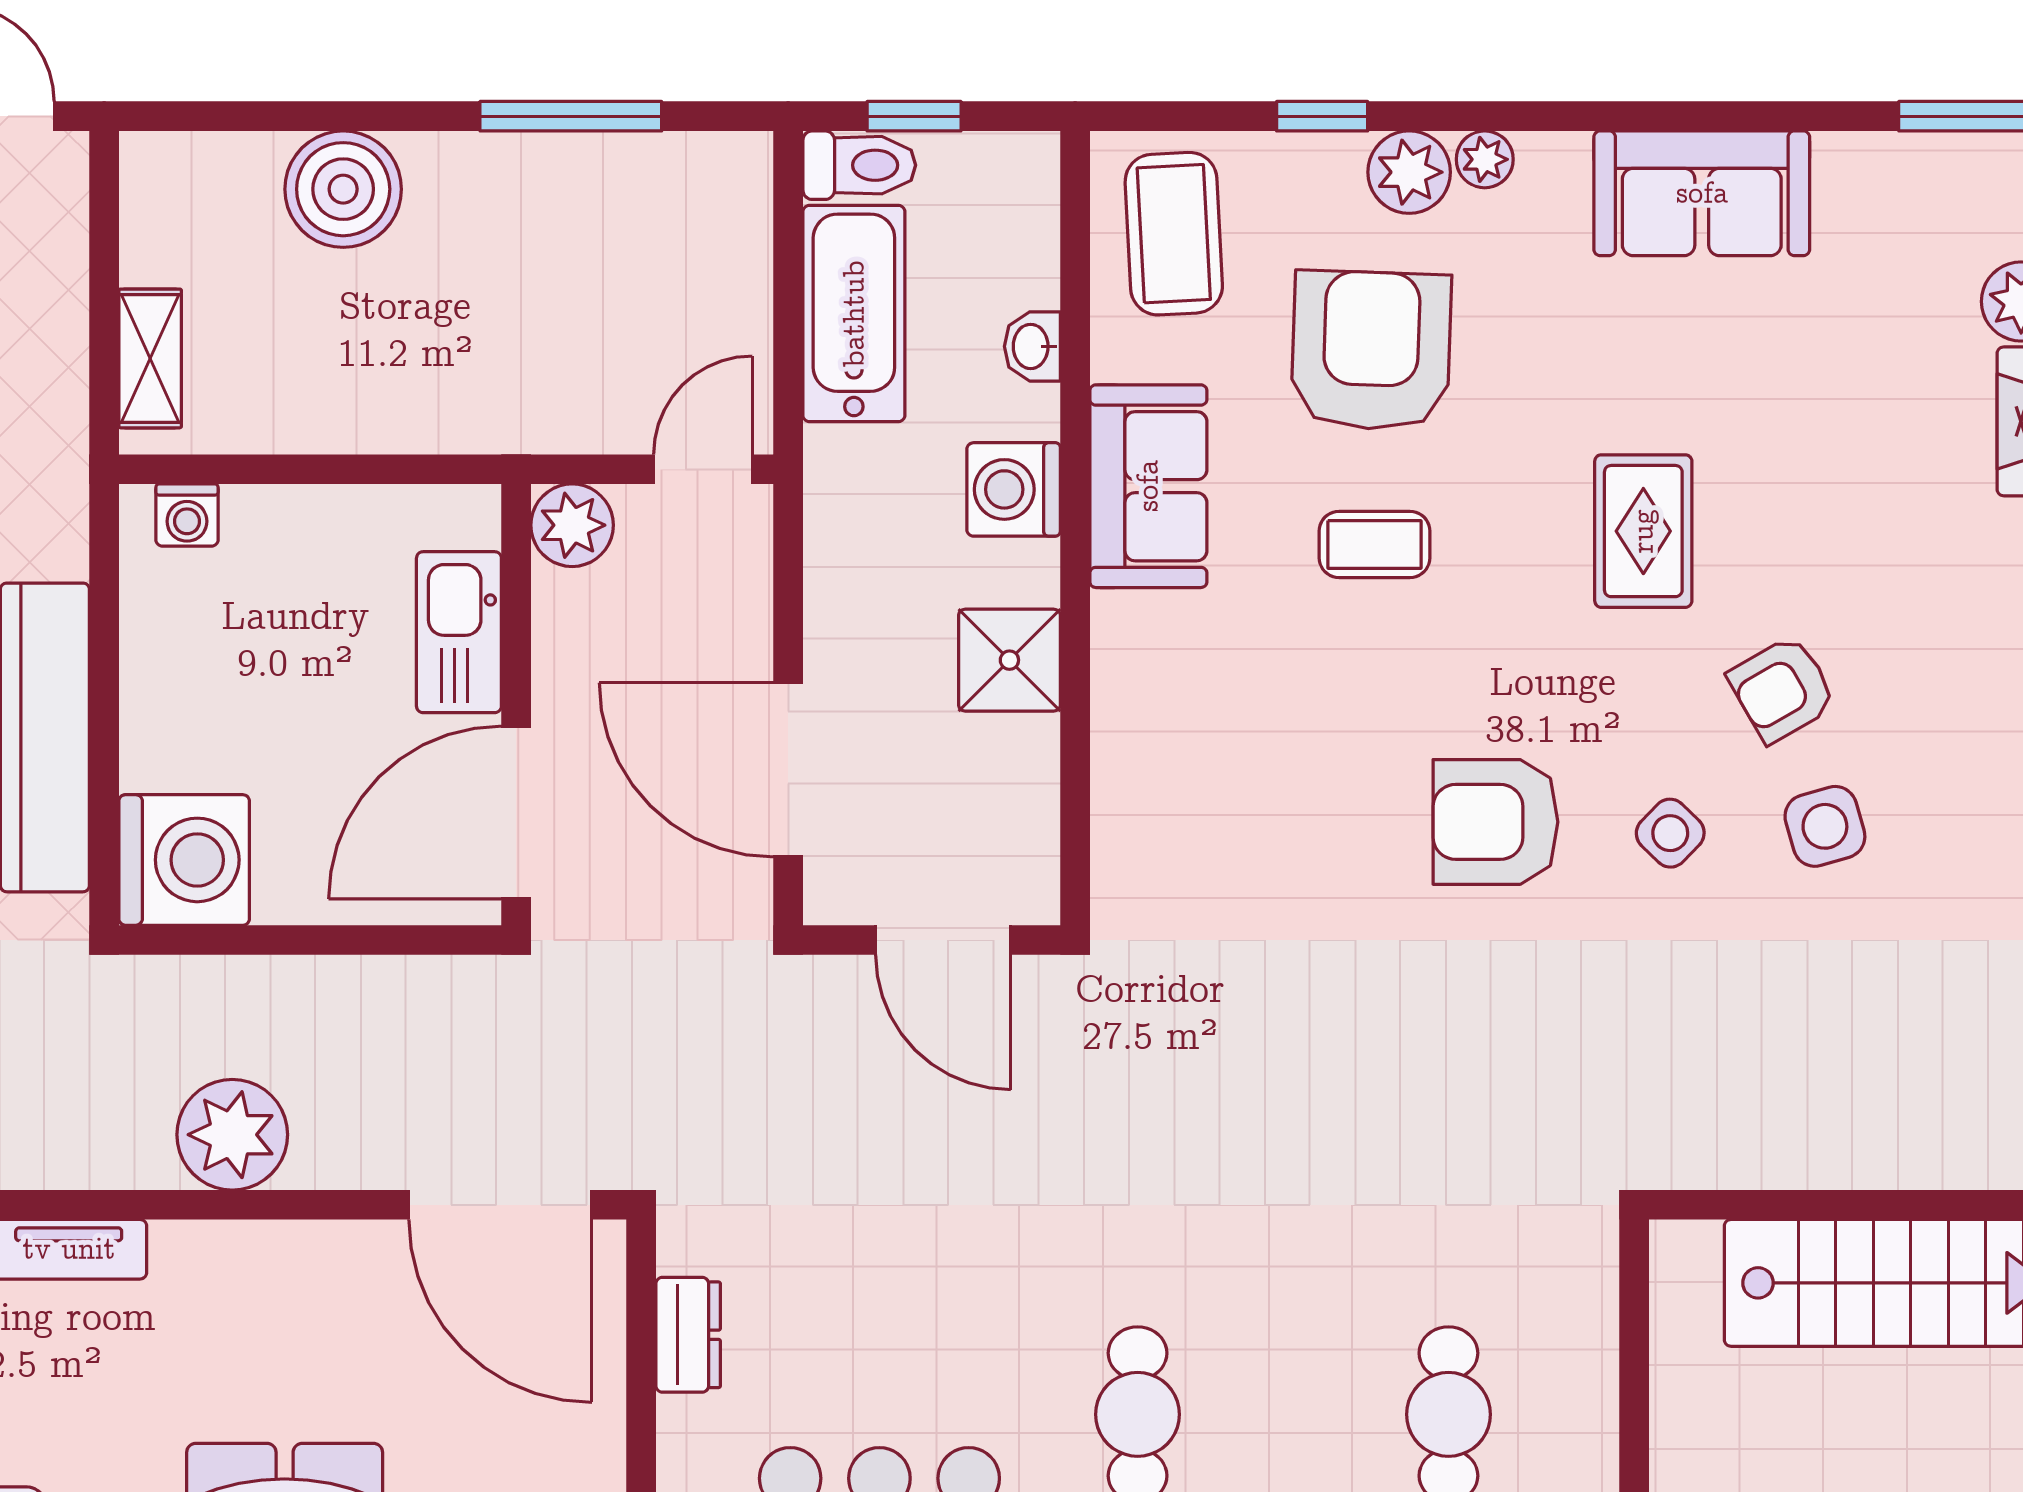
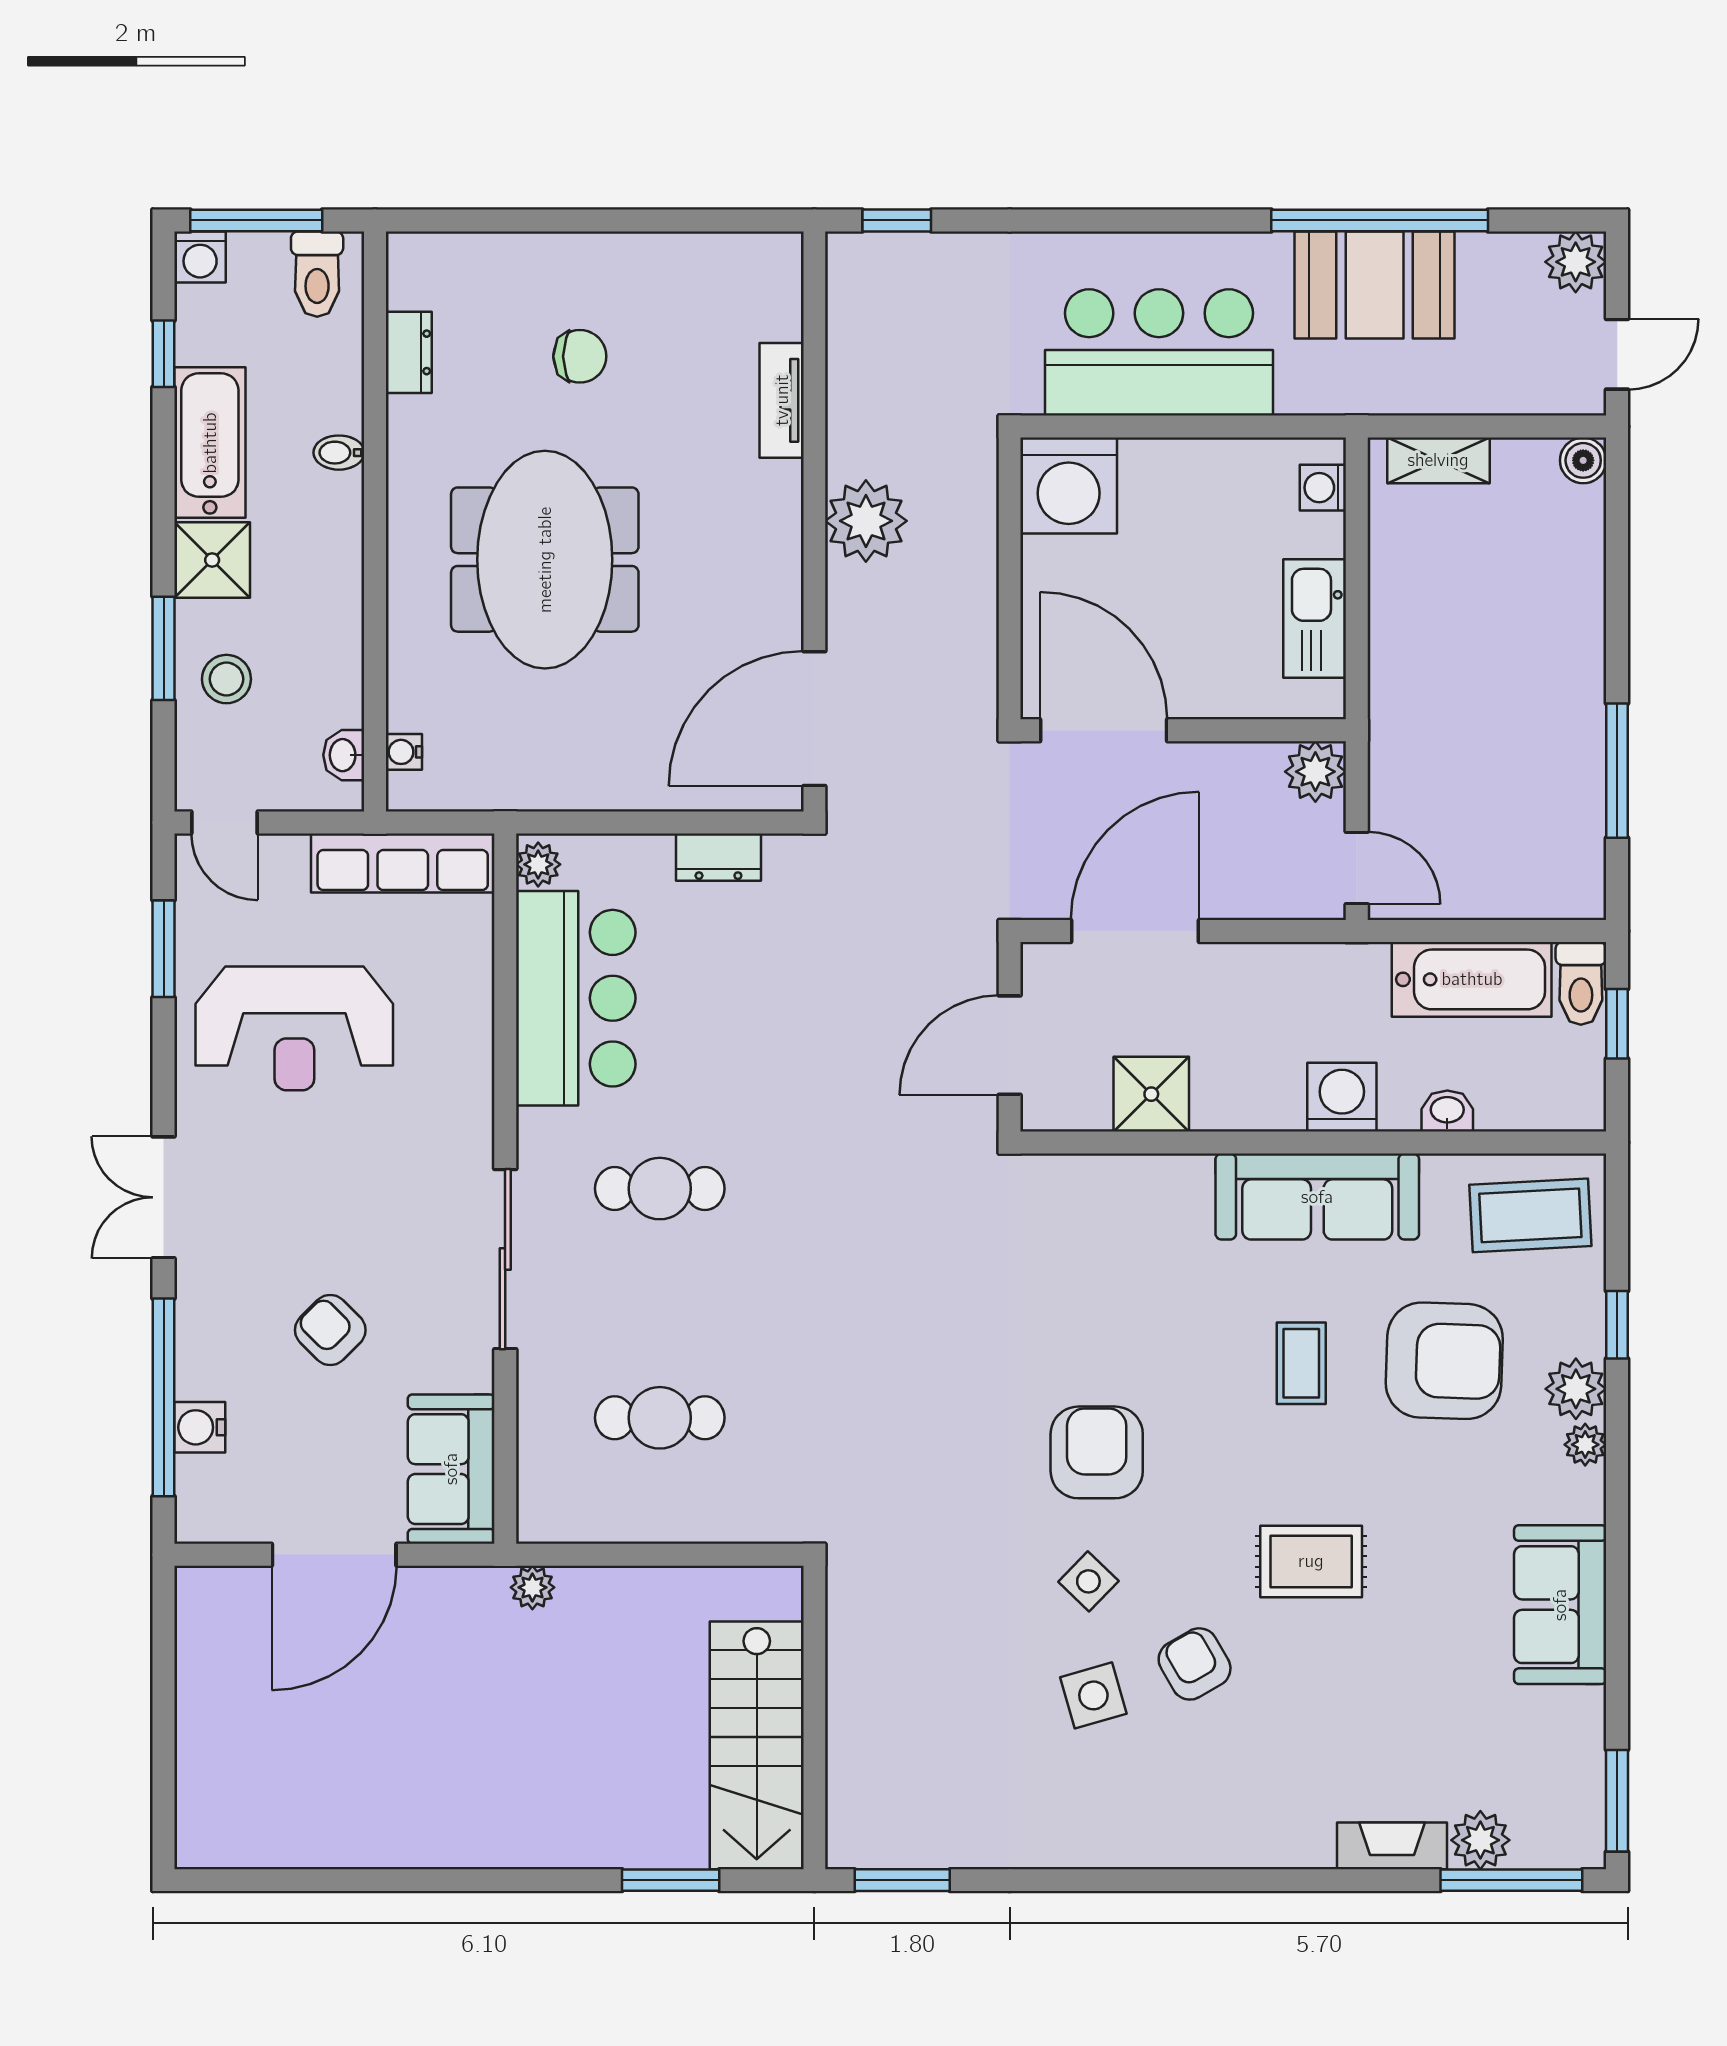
boiler: (343, 189) -> (1583, 460), moved, width x0.54, depth x0.54
sofa: (1148, 486) -> (1317, 1197), width x1.36
kitchen sink: (459, 632) -> (1315, 619), moved, turned -90
shower: (1009, 660) -> (1151, 1094), moved

